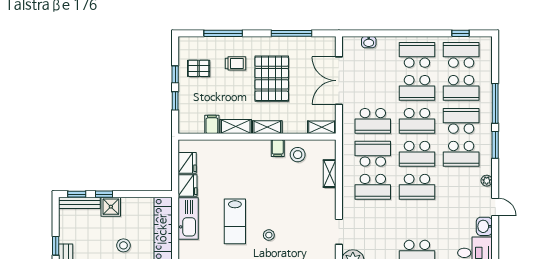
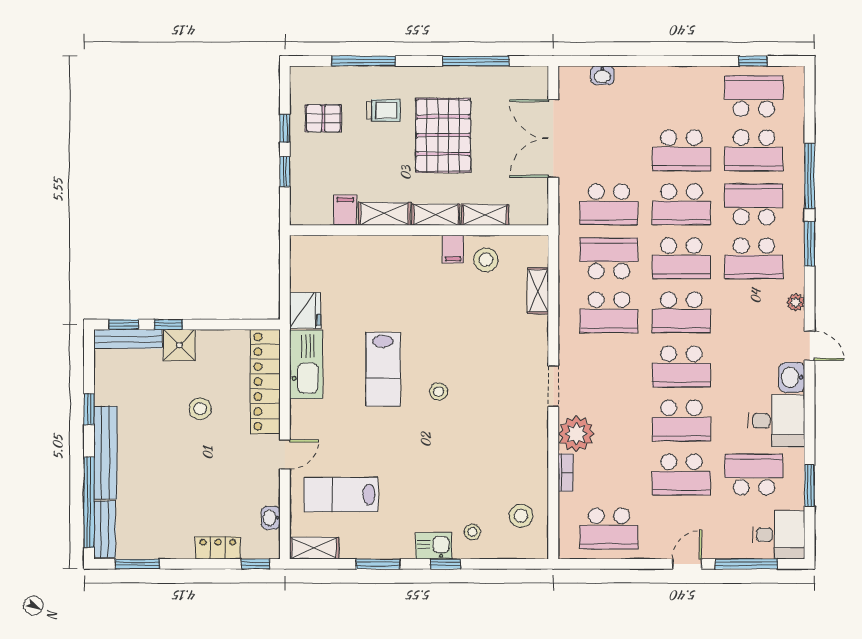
school desk: (417, 55) -> (681, 366), moved, turned 180
shelving: (322, 127) -> (485, 215), moved
fridge: (187, 163) -> (305, 273), removed

